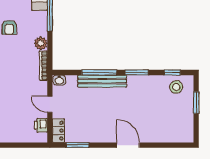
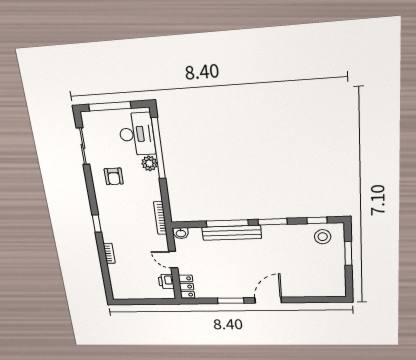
plant: (41, 43) -> (149, 163), moved
window: (77, 145) -> (231, 301), moved
door: (128, 145) -> (268, 300), hinge flipped

